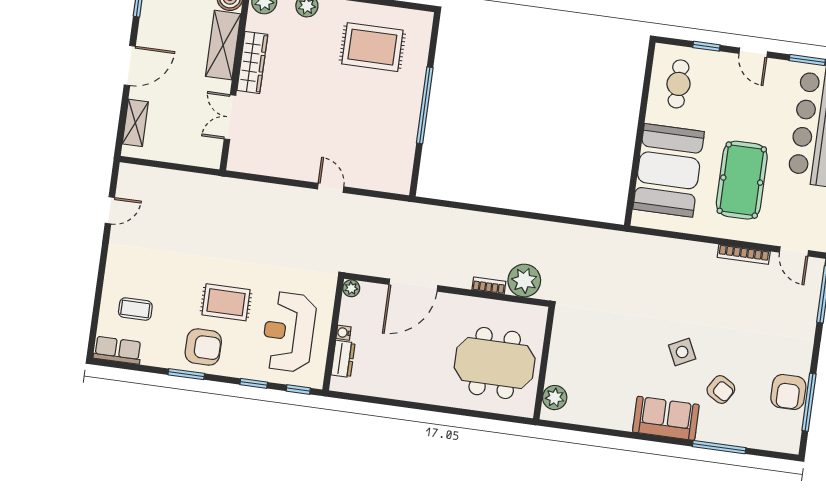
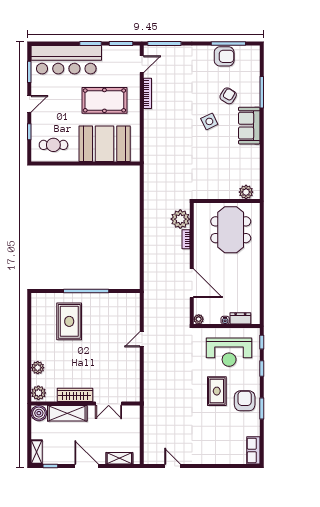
rug: (372, 47) -> (69, 321), moved
coffee table: (135, 309) -> (228, 443), removed

